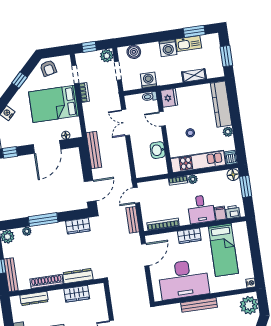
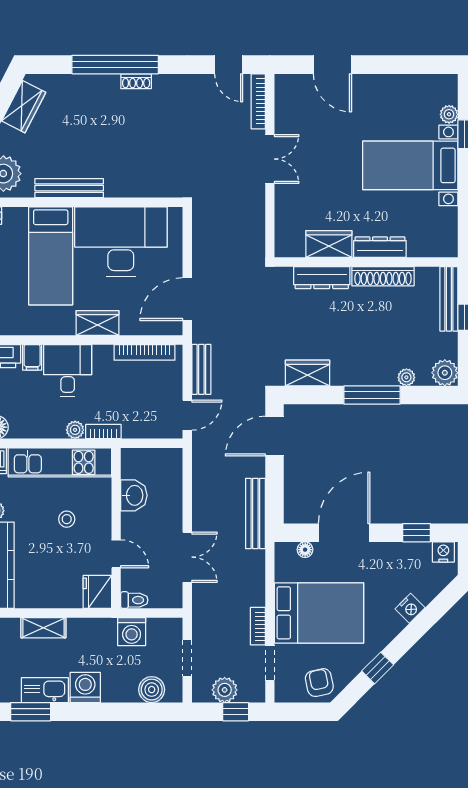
plant: (107, 56) -> (225, 690), moved
bed: (223, 250) -> (51, 256), moved, turned 180
dresser: (34, 298) -> (380, 247), moved
bench: (199, 305) -> (69, 188), moved

